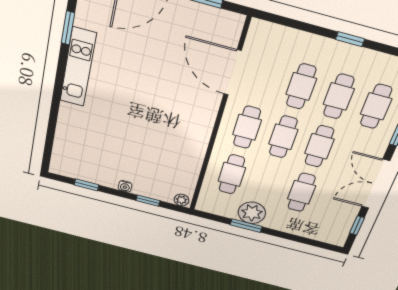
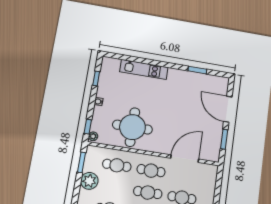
kitchen unit: (78, 67) -> (144, 69), moved
round table: (170, 145) -> (132, 127), added
window: (148, 201) -> (88, 127), moved
window: (246, 226) -> (81, 162), moved

